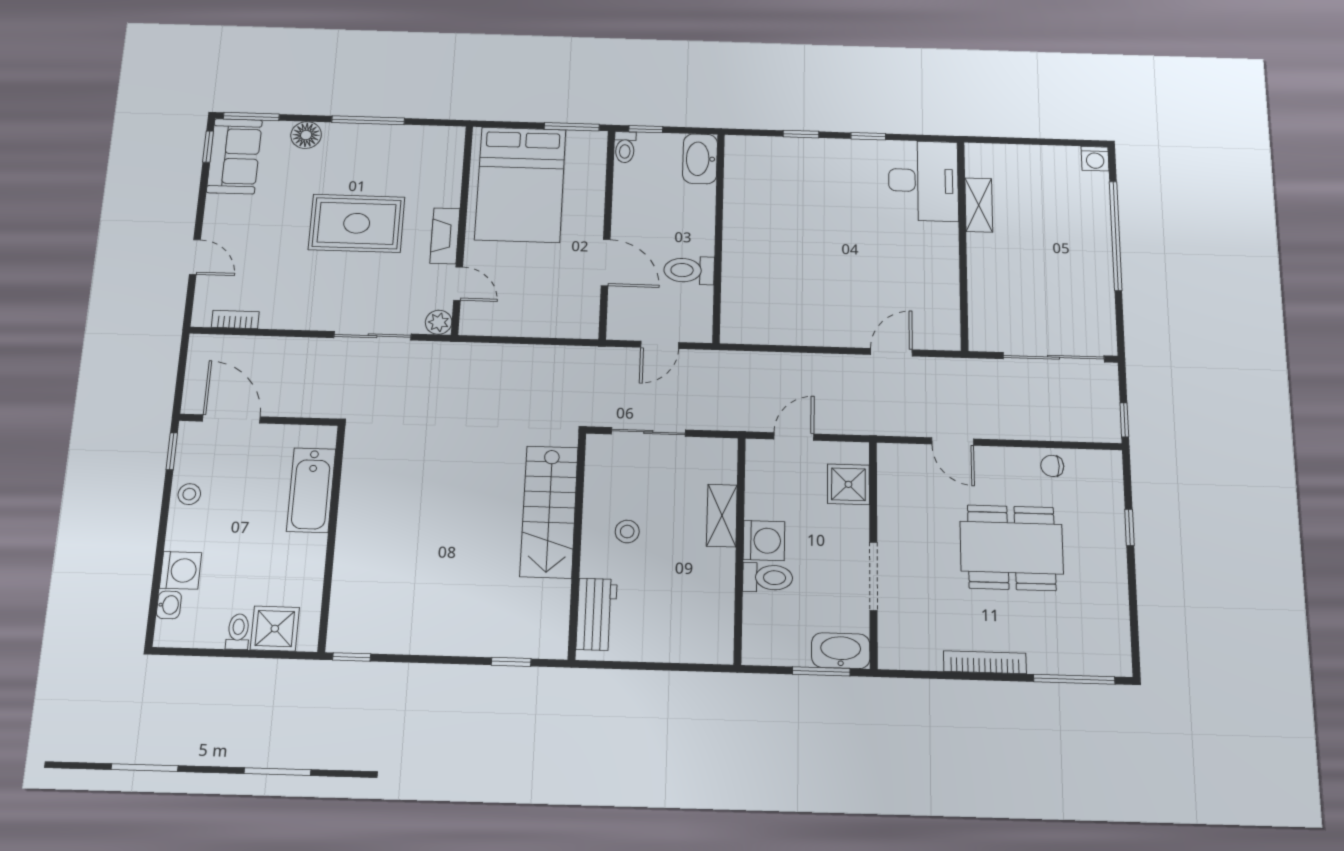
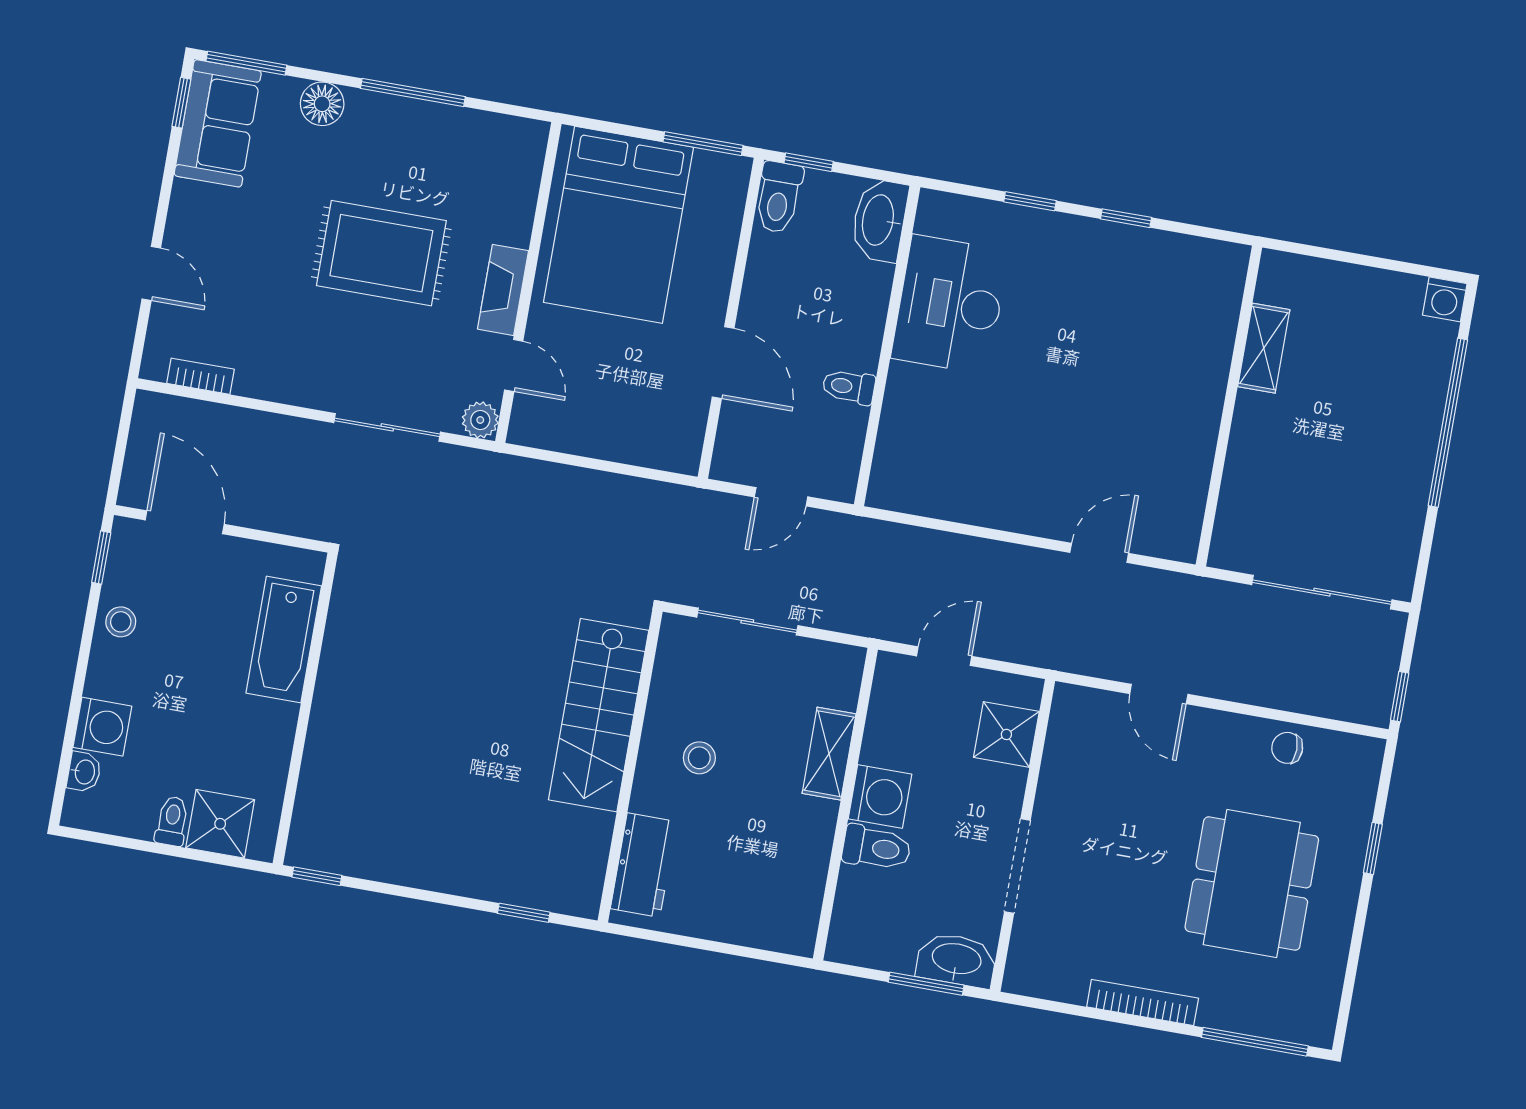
toilet: (625, 147) -> (779, 197), width x1.37, depth x1.39
desk: (923, 181) -> (950, 304), moved, turned 180
toilet: (689, 270) -> (849, 387), width x0.73, depth x0.72
dining table: (1012, 548) -> (1252, 884), moved, turned 90

